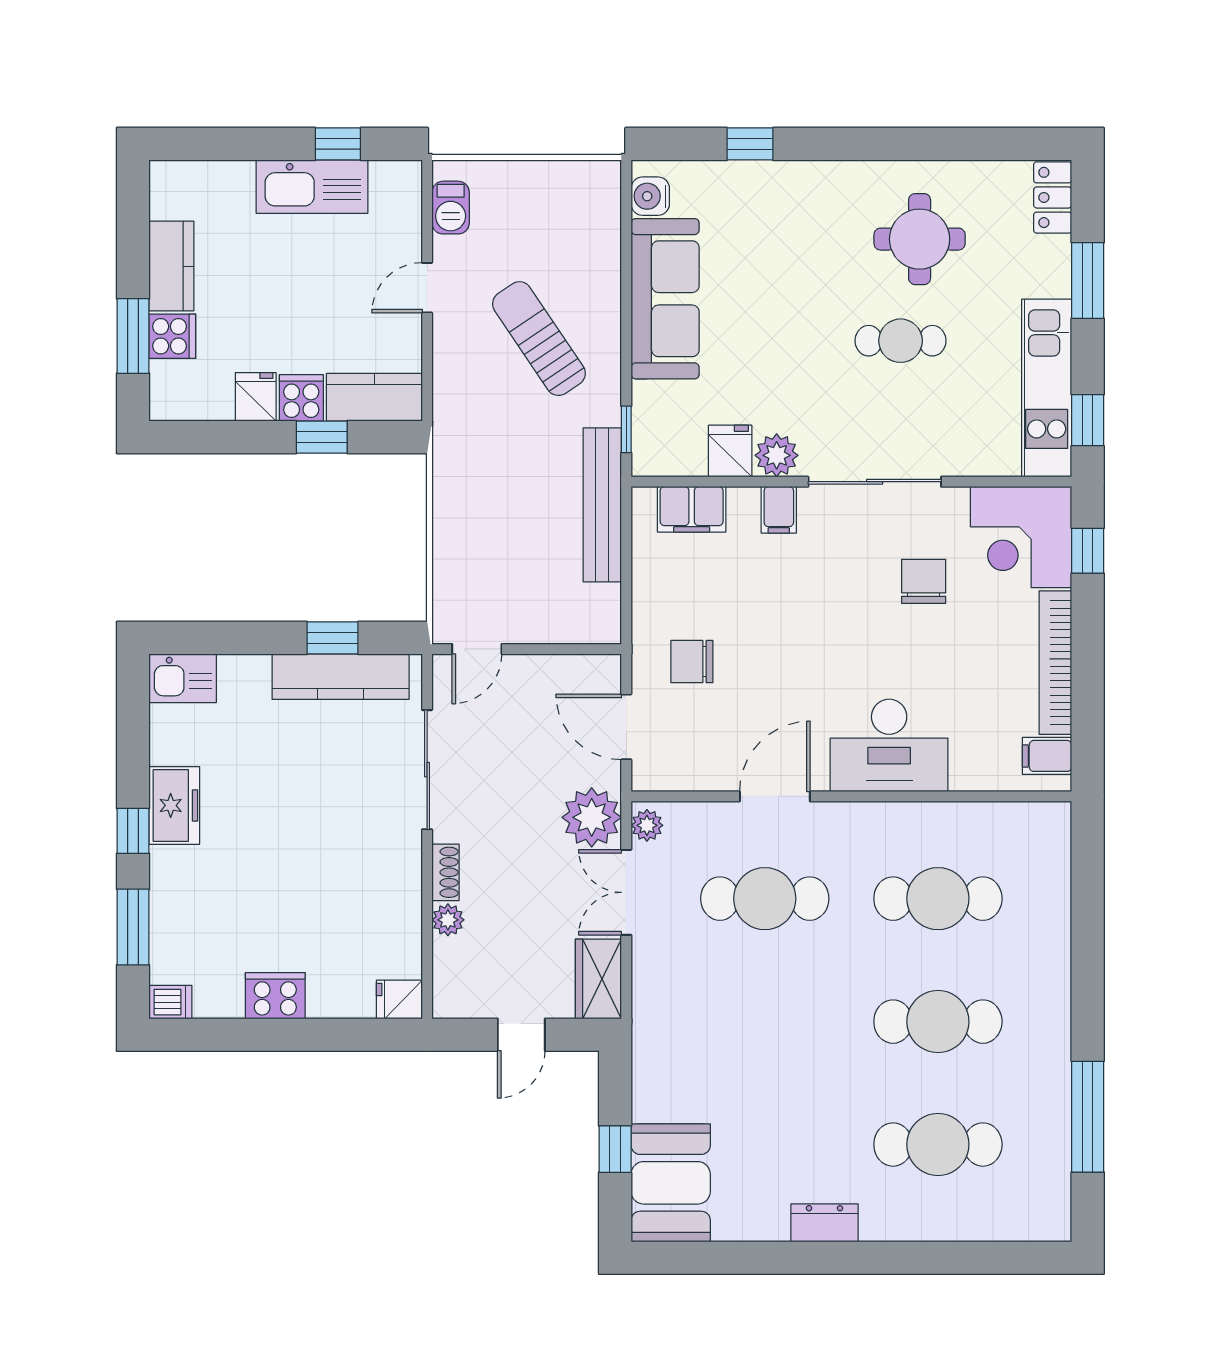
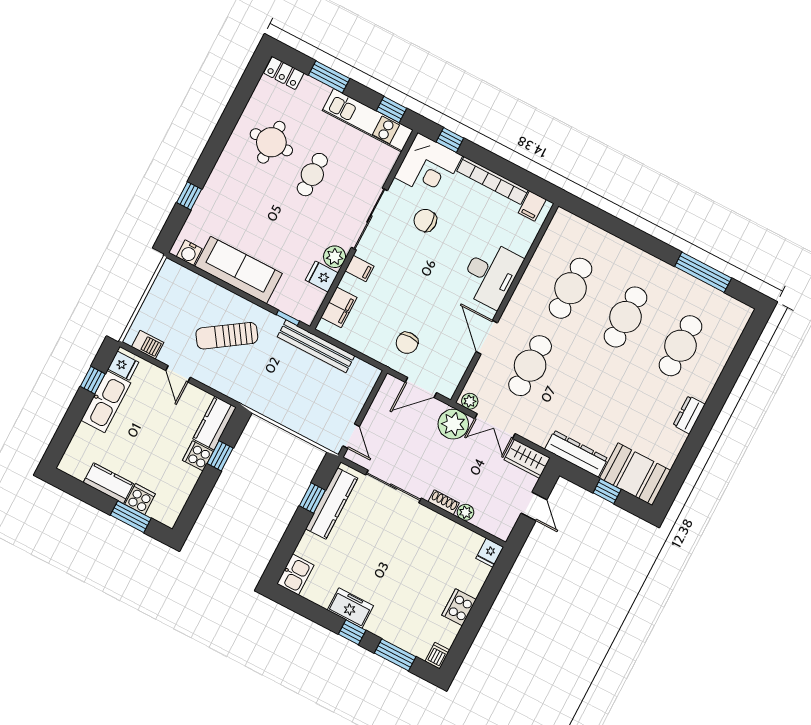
fridge: (256, 397) -> (123, 366), moved, turned 180
dresser: (652, 1061) -> (576, 454), added

